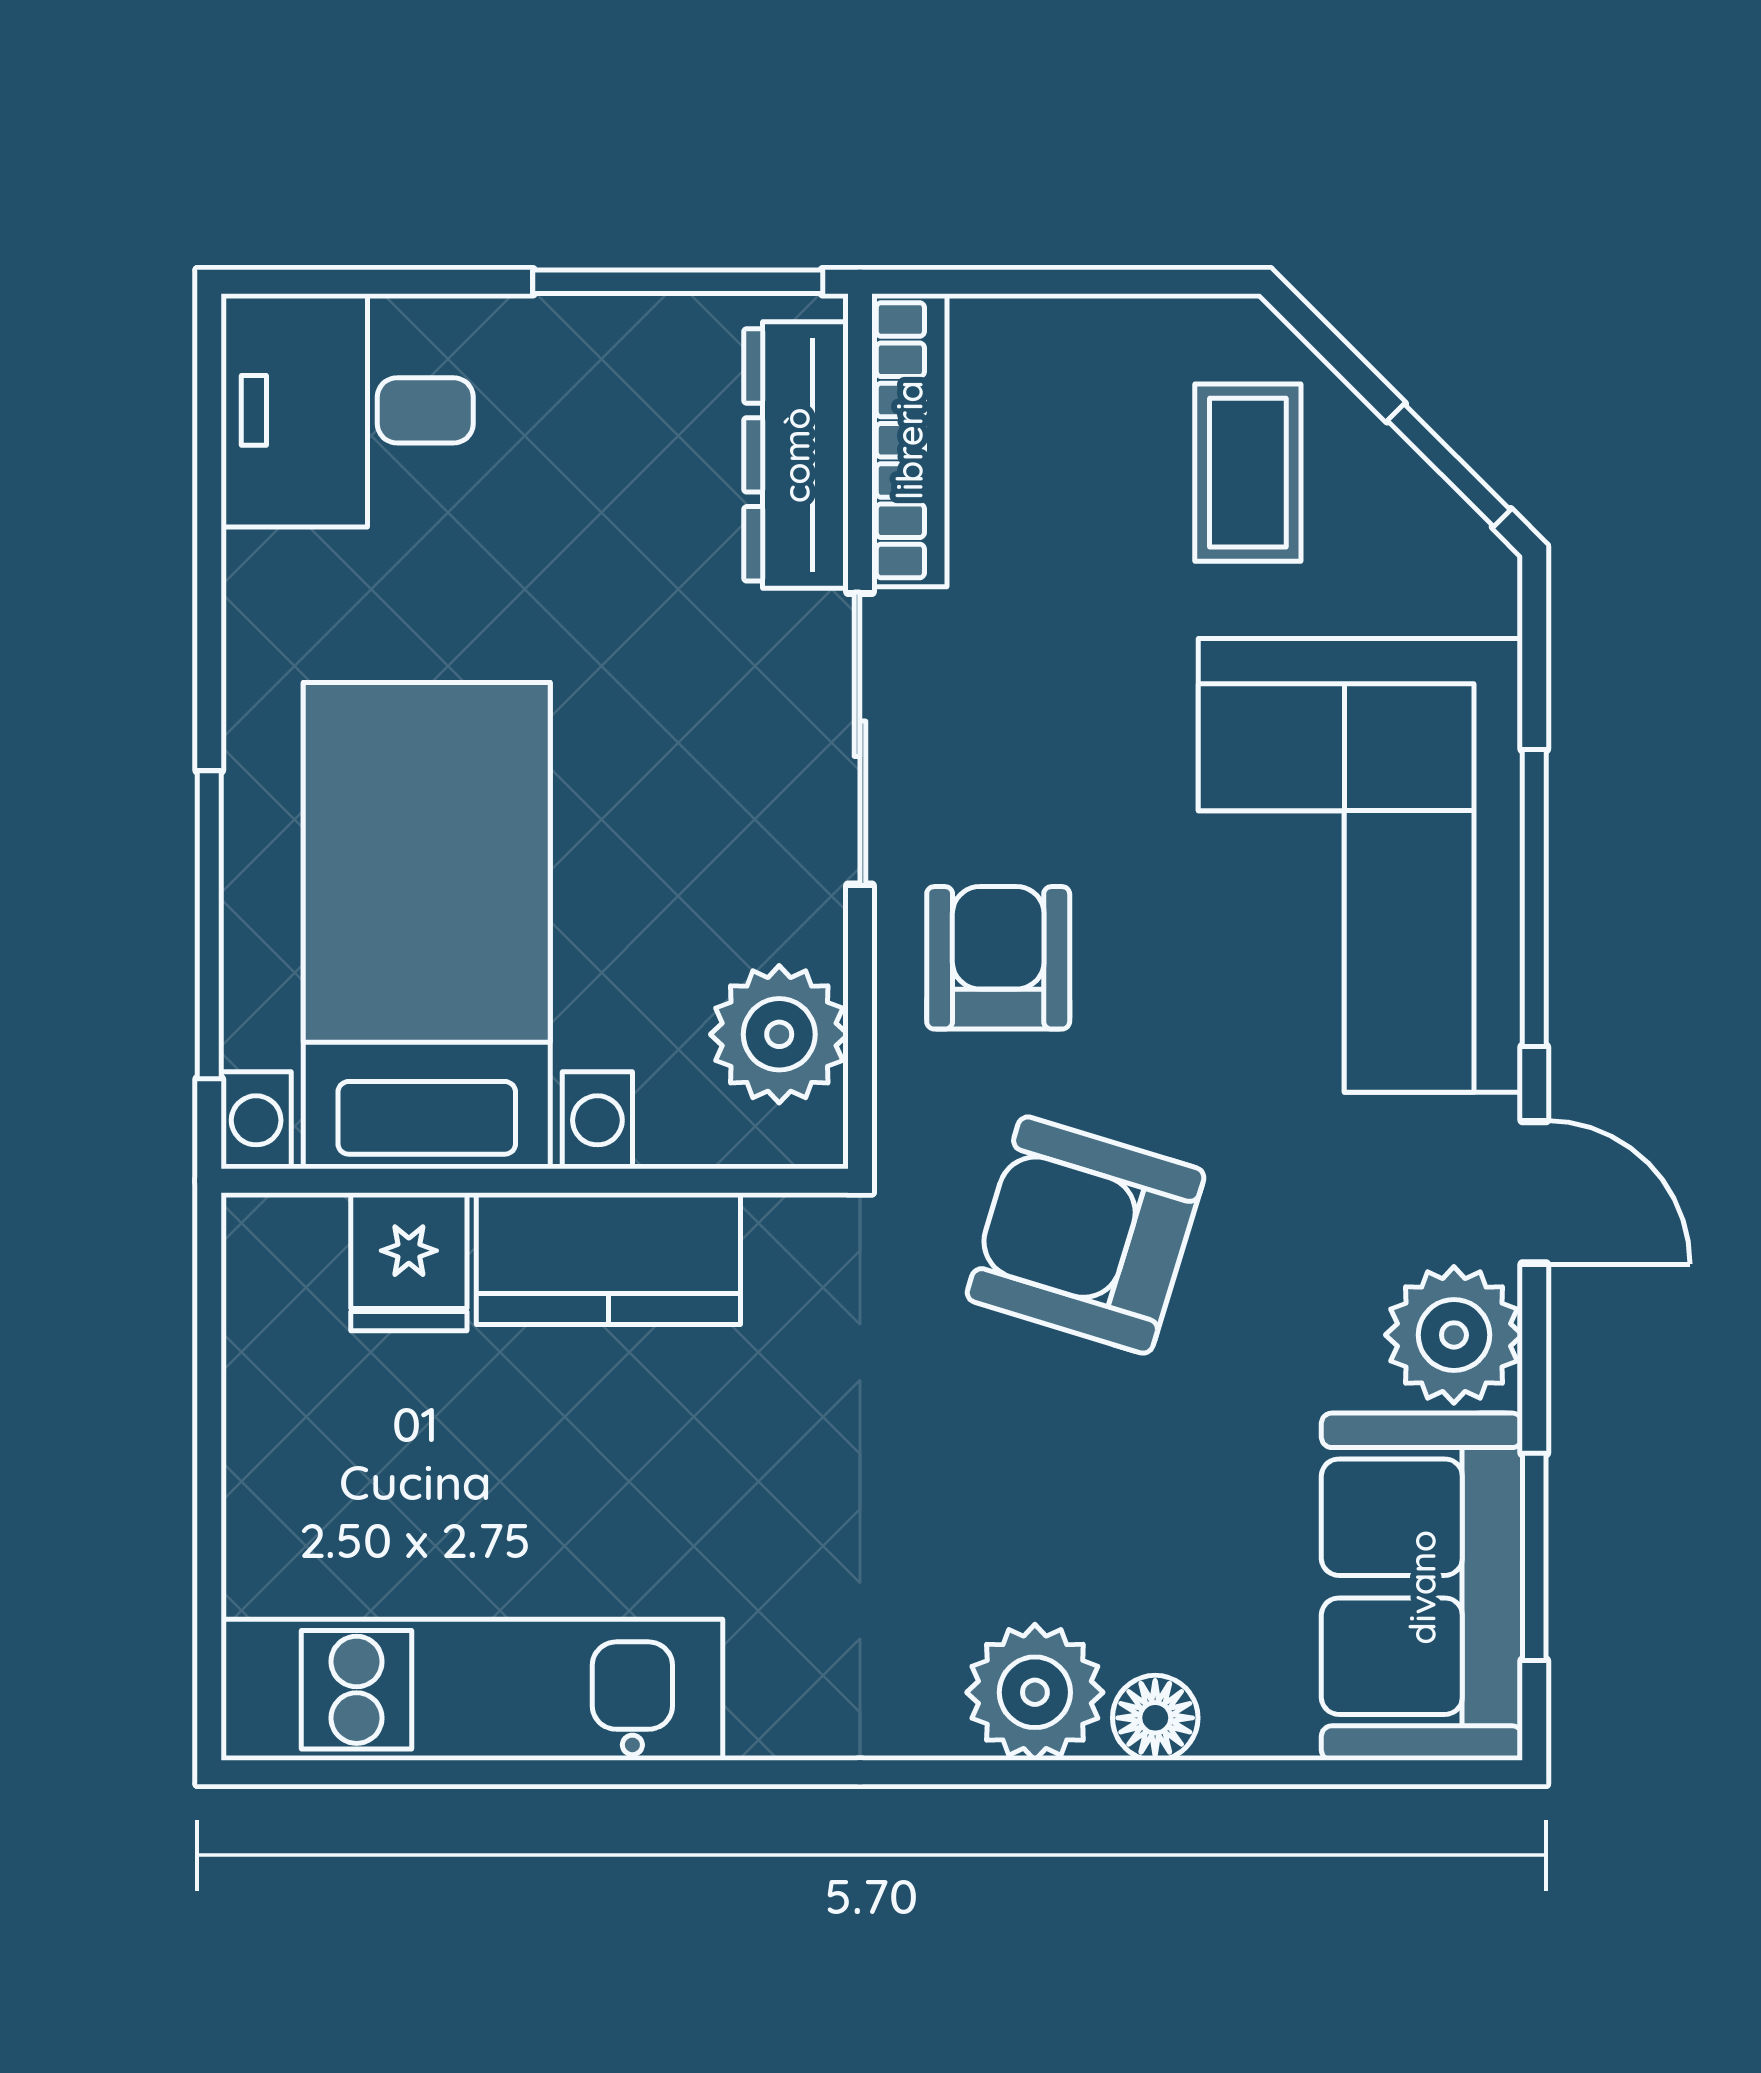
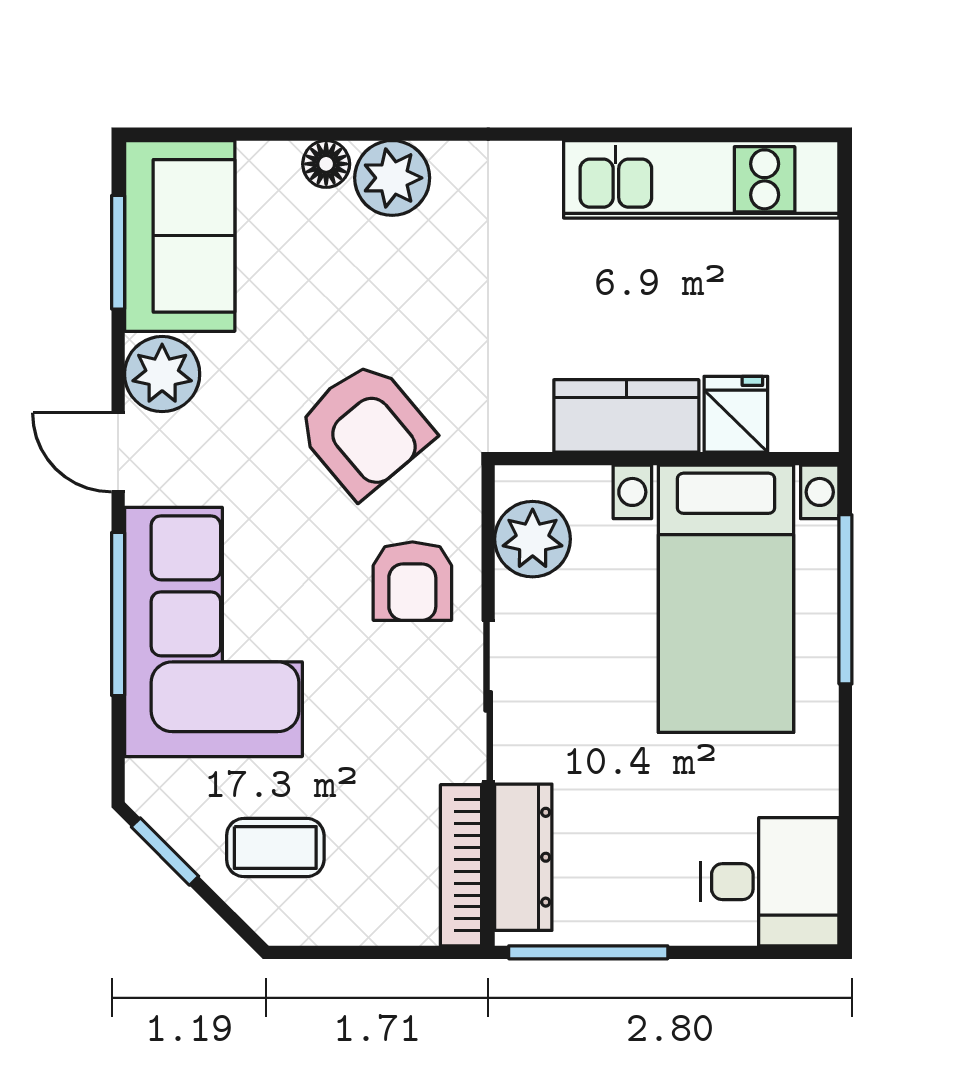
coffee table: (1248, 473) -> (275, 847), turned 90
armchair: (1086, 1235) -> (364, 429), turned 33

